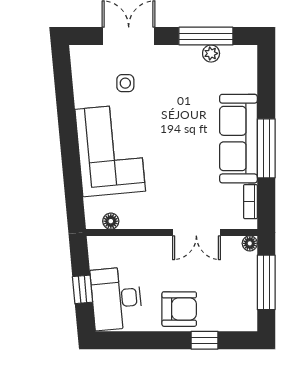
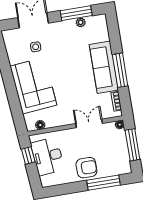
double door: (196, 232) -> (89, 123), swing flipped
window: (83, 289) -> (28, 156), moved
desk: (116, 298) -> (48, 156), moved
window: (205, 340) -> (103, 183), width x2.17

